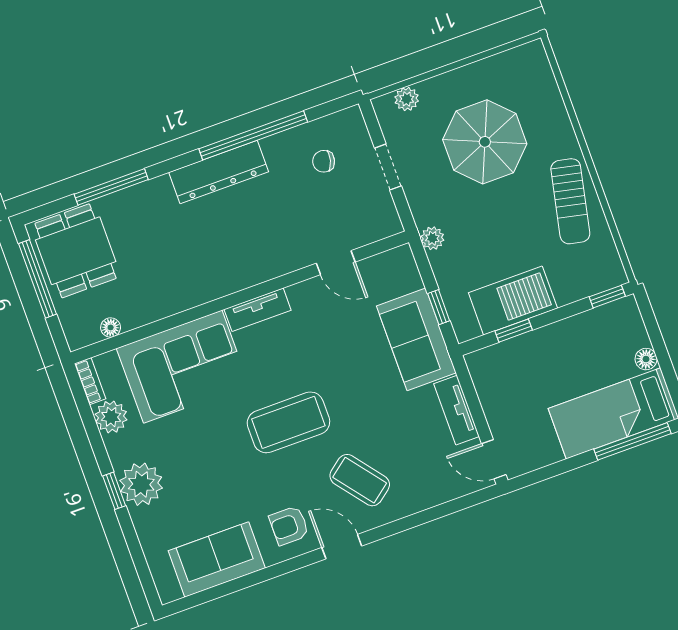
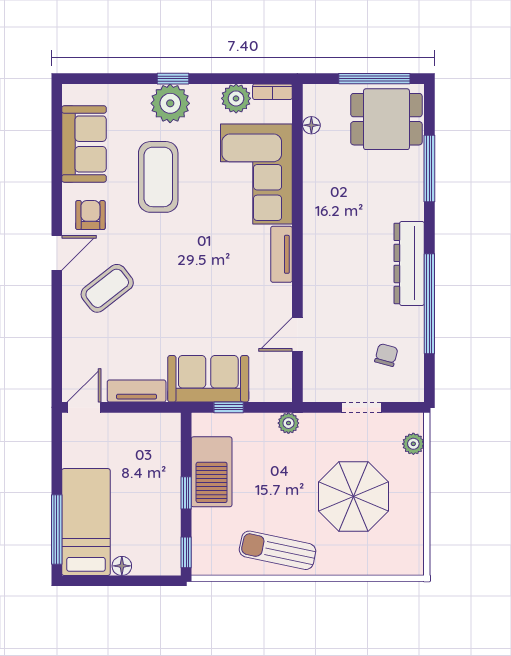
window: (514, 331) -> (186, 493), moved
coffee table: (288, 422) -> (158, 177), moved

